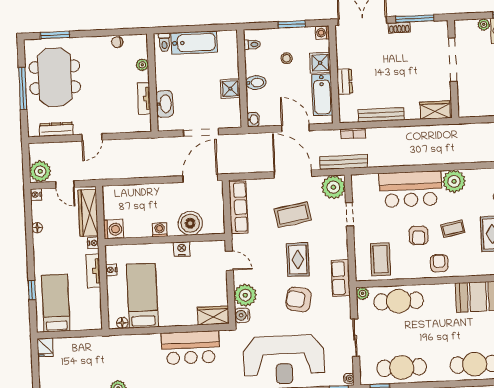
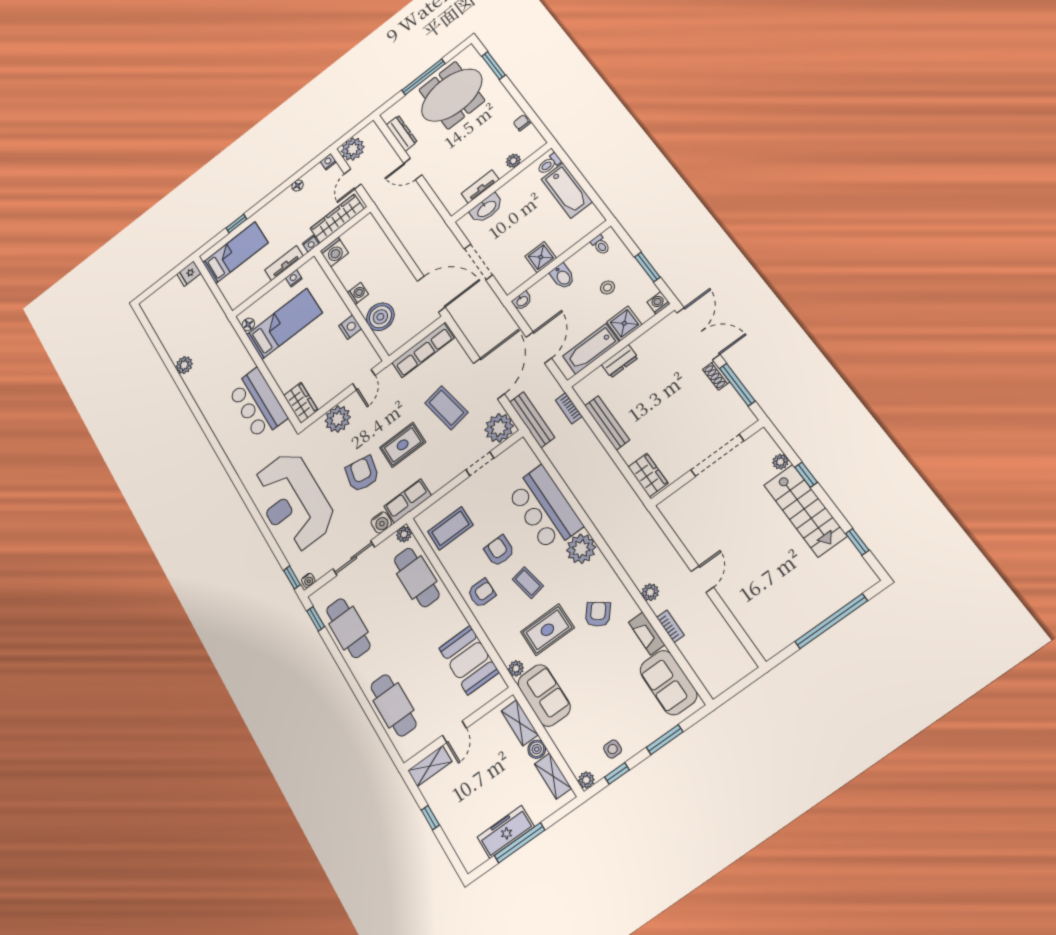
armchair: (419, 235) -> (499, 551), turned 90
water cooler: (242, 315) -> (381, 523), moved, turned 180

